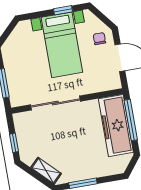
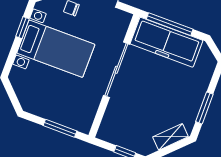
sliding door: (55, 103) -> (116, 70), moved

